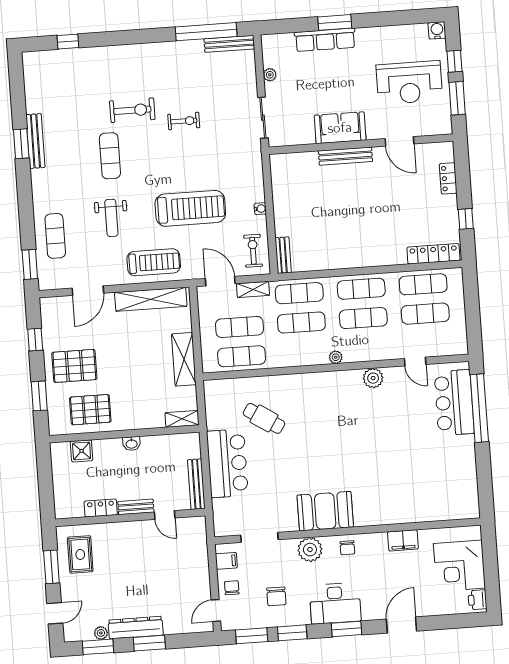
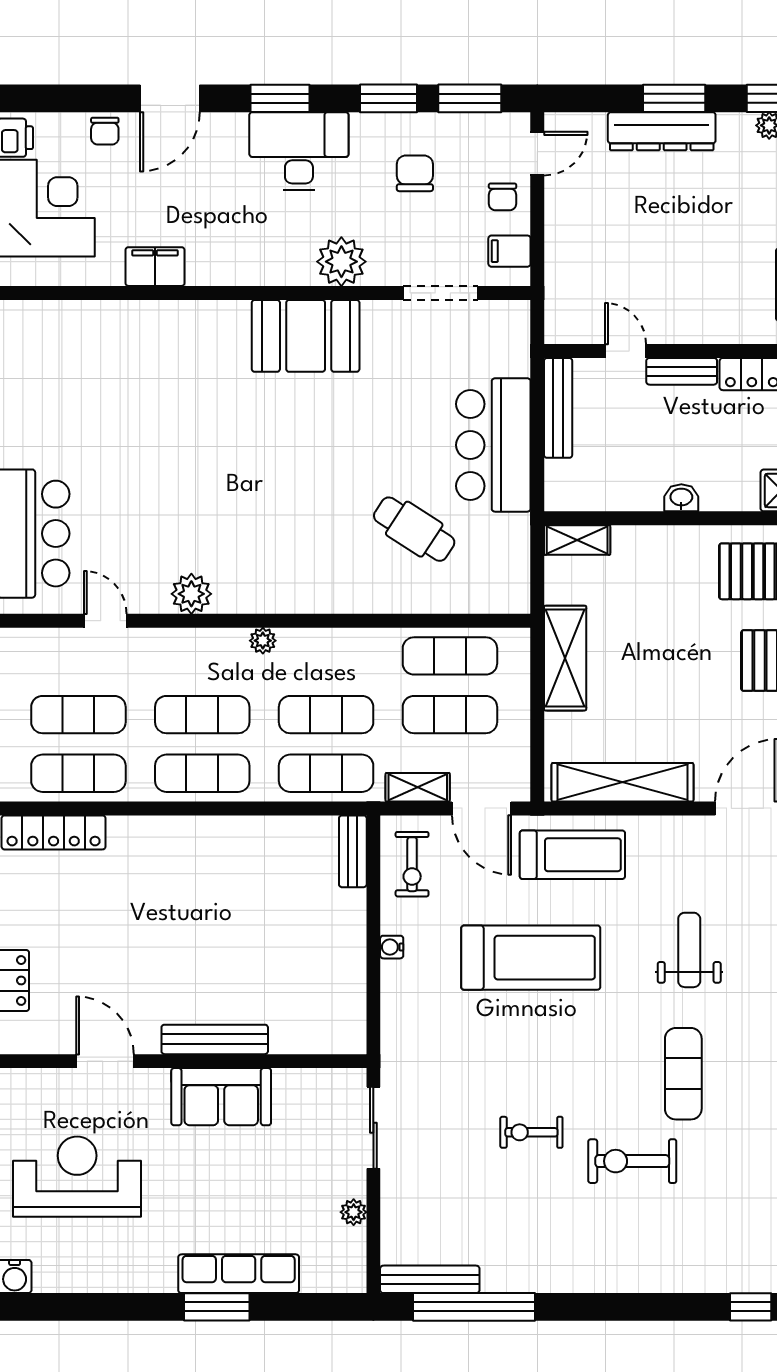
treadmill: (190, 208) -> (531, 958), turned 180
treadmill: (154, 262) -> (572, 855), moved, turned 180
chair: (347, 548) -> (105, 131), moved, turned 180
dresser: (136, 628) -> (662, 131), moved

